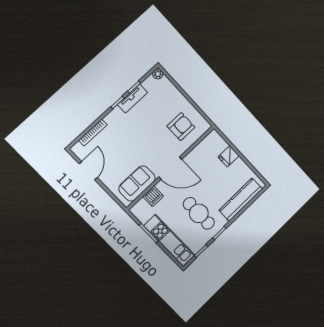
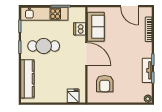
fridge: (229, 156) -> (73, 96), moved
door: (170, 168) -> (86, 54), swing flipped

